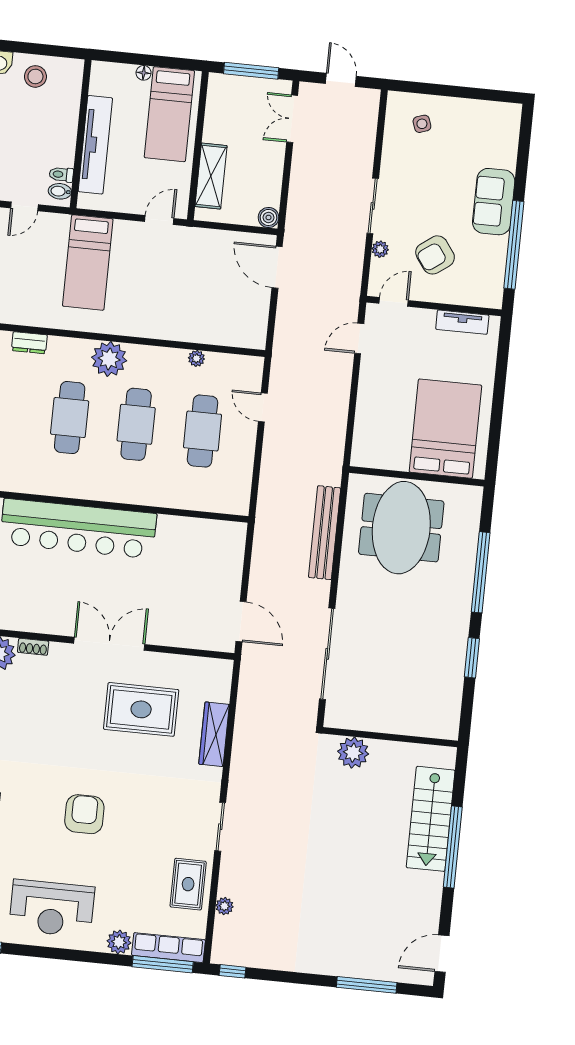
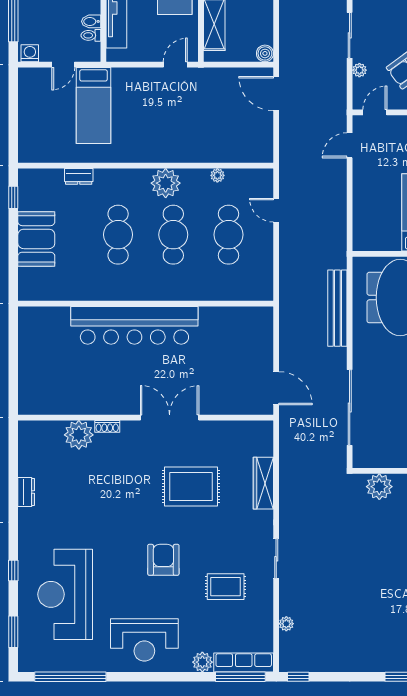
bidet: (60, 191) -> (91, 21), moved
bed: (88, 262) -> (94, 106), moved
plant: (109, 359) -> (166, 183), moved
rug: (141, 709) -> (191, 486), moved
rug: (188, 884) -> (226, 587), moved, turned 90

